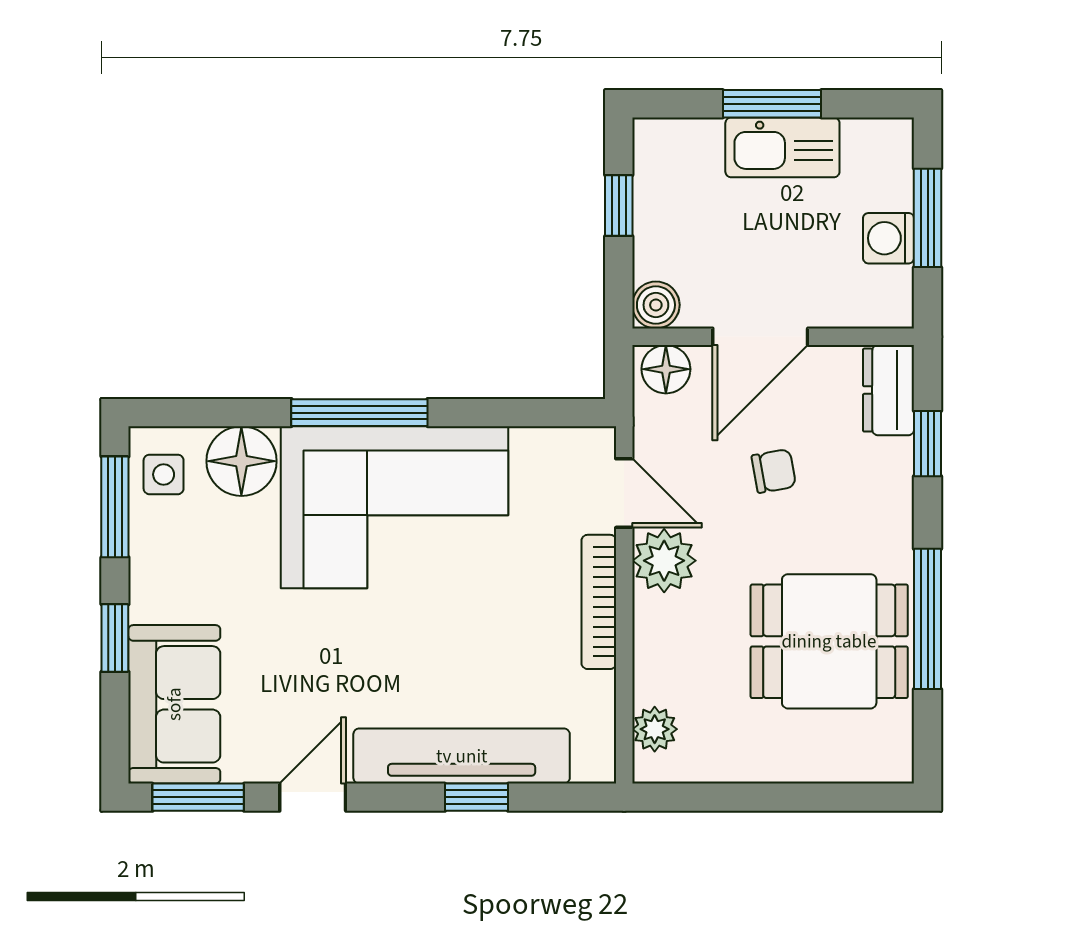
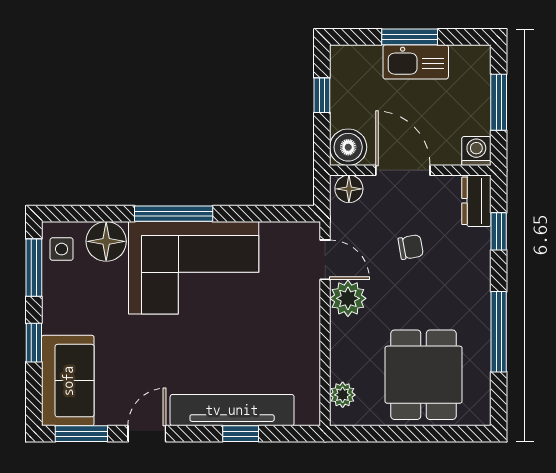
washing machine: (889, 238) -> (476, 151), moved, turned 90
boiler: (656, 305) -> (348, 147), width x1.36, depth x1.36
door: (760, 337) -> (403, 170), swing flipped
bookcase: (599, 602) -> (311, 322), removed
dining table: (829, 641) -> (424, 375), moved, turned 90

